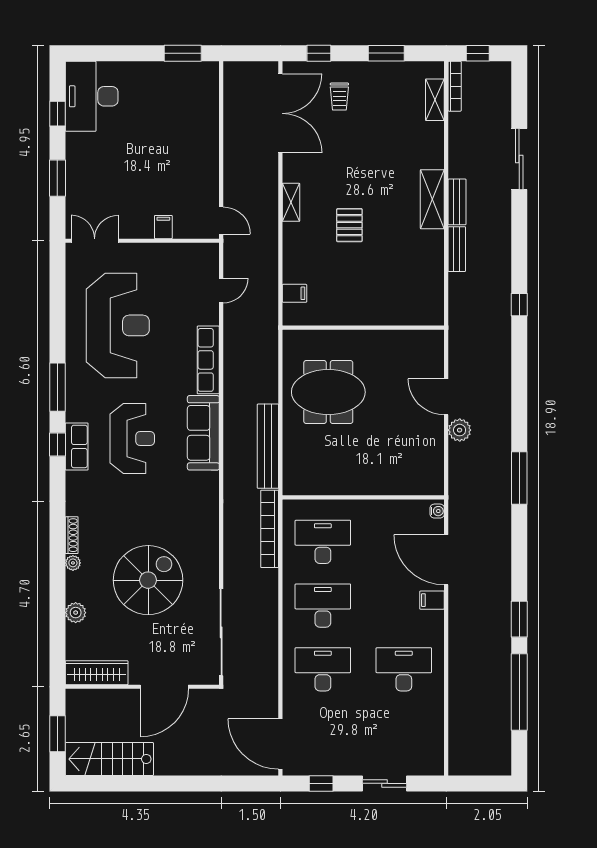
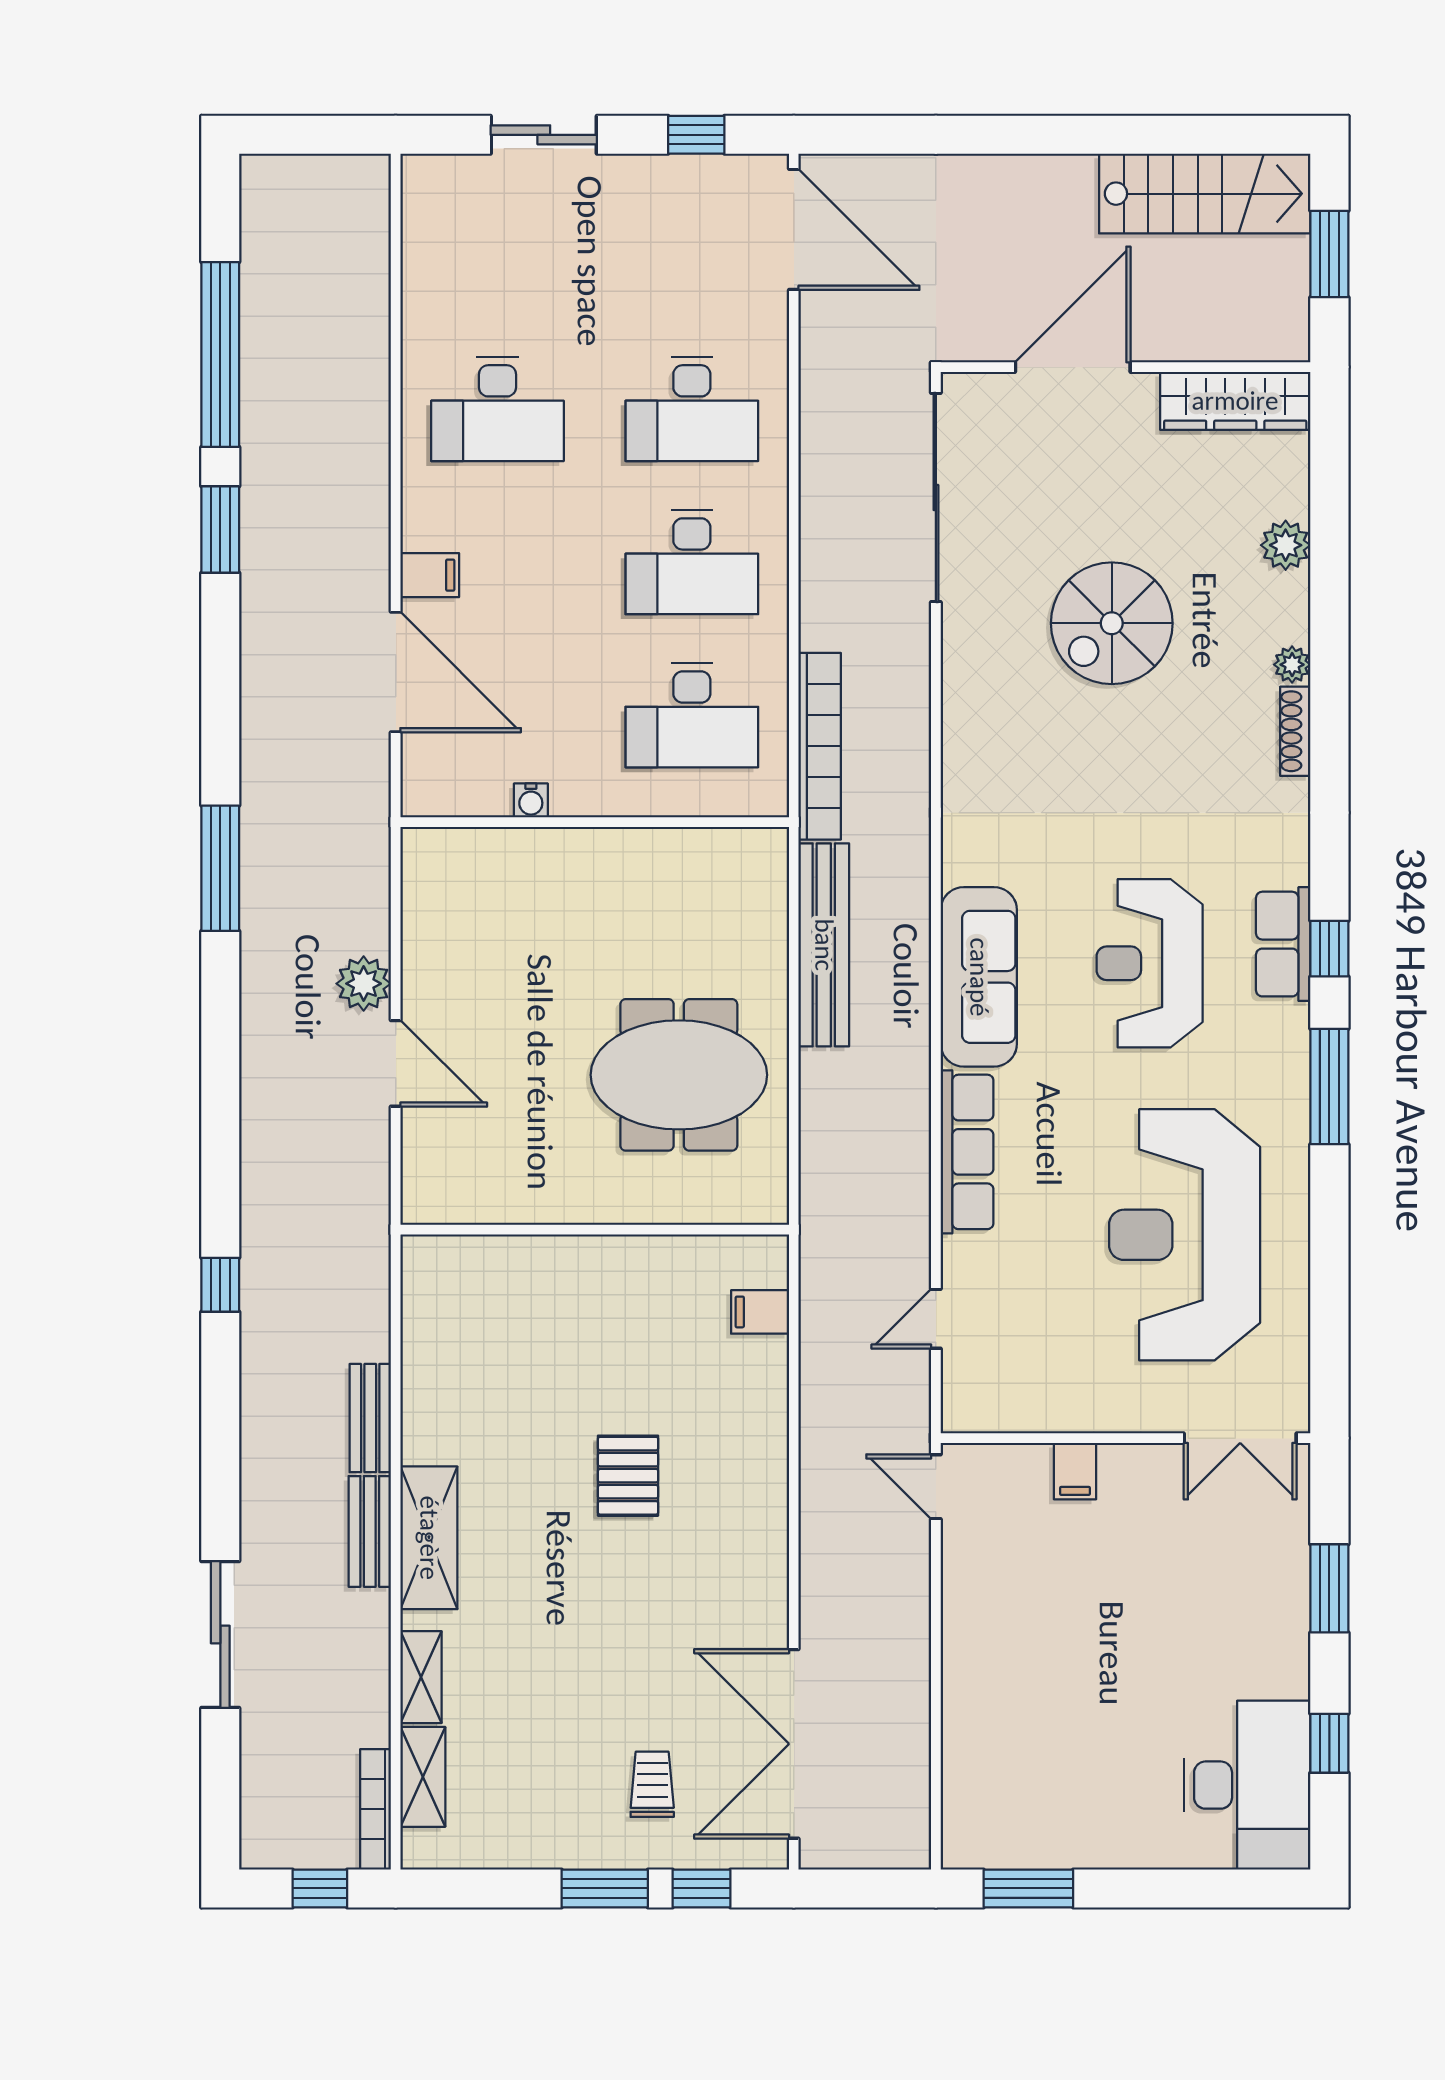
window: (386, 53) -> (605, 1888), moved
shelving: (291, 202) -> (421, 1677), moved
water cooler: (437, 511) -> (531, 800), moved, turned -90
spiral stairs: (148, 580) -> (1112, 623), width x0.73, depth x0.73

